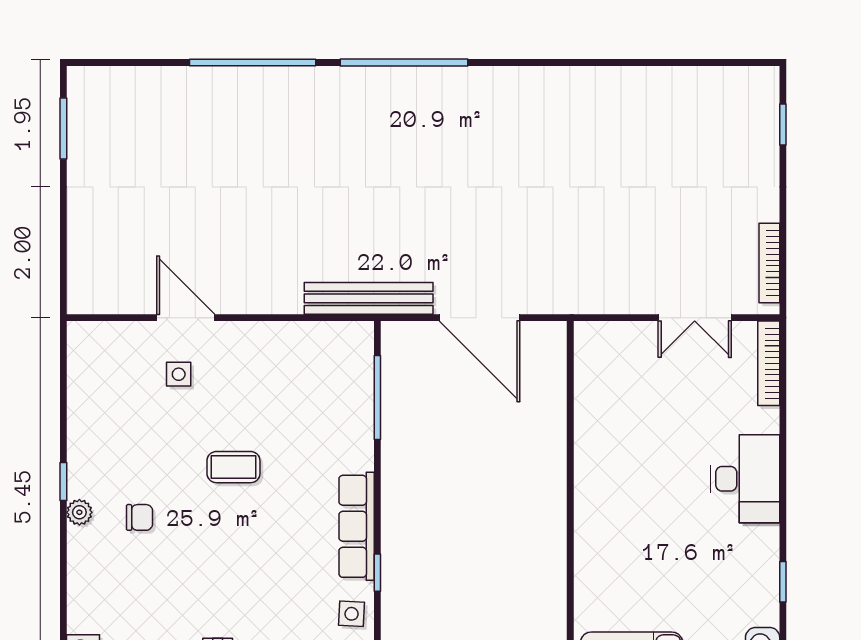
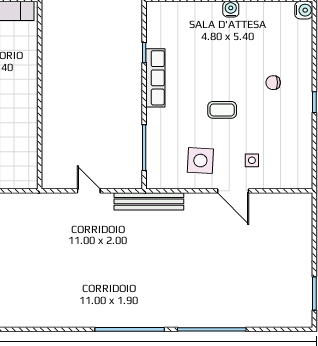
door: (186, 318) -> (233, 191), moved
door: (479, 318) -> (89, 191), width x0.53
plant: (79, 512) -> (306, 85), removed
side table: (352, 614) -> (200, 161), moved, width x1.87, depth x1.87

